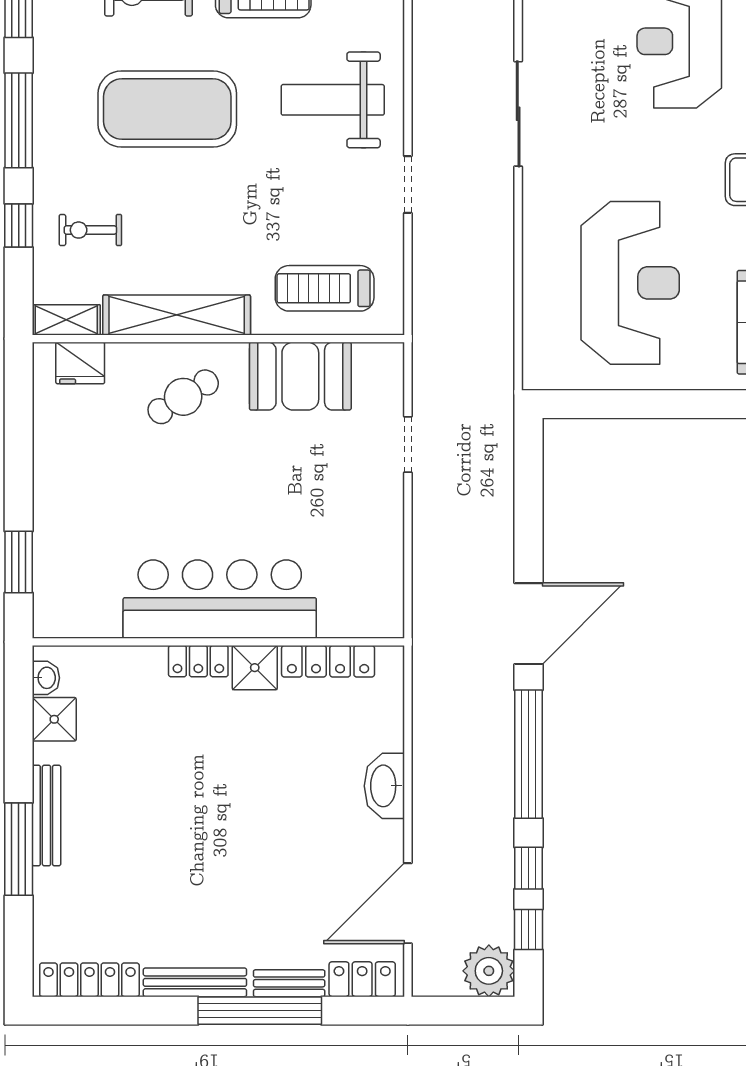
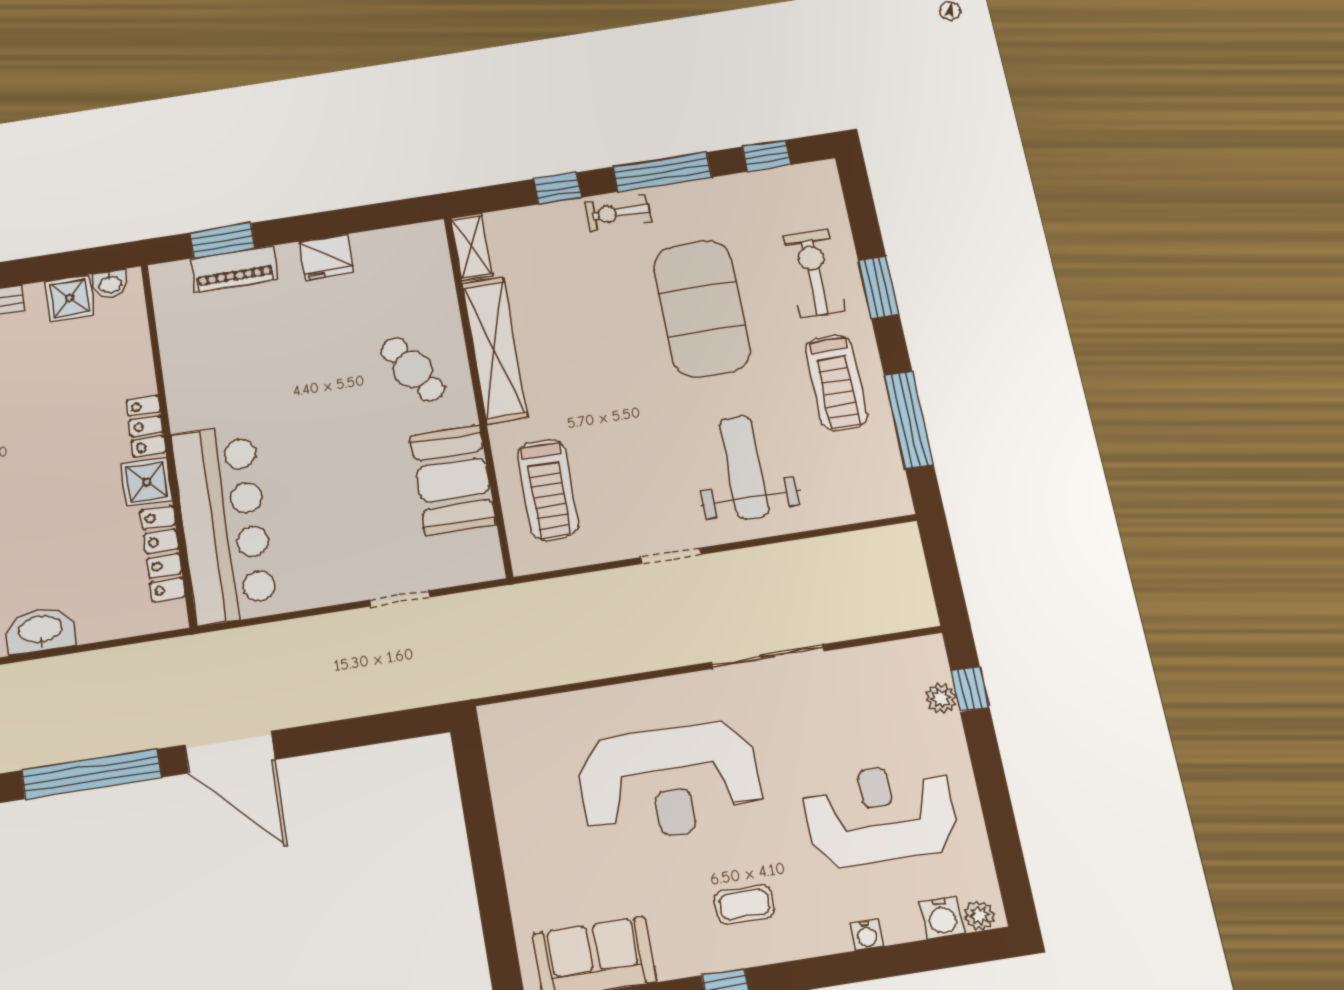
exercise bike: (90, 230) -> (618, 212), moved, turned -90
reception desk: (630, 283) -> (670, 782), moved
treadmill: (325, 288) -> (548, 490), turned 180
fridge: (80, 363) -> (327, 257), moved, turned -90
piano: (51, 555) -> (234, 269), added
bar counter: (220, 599) -> (224, 523), moved

